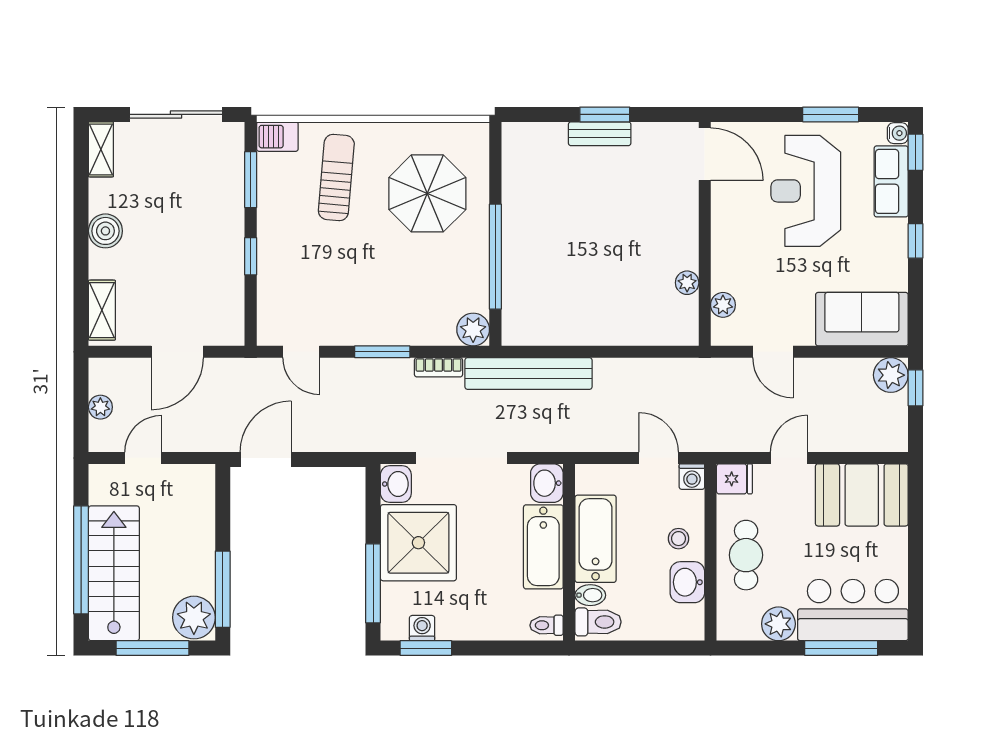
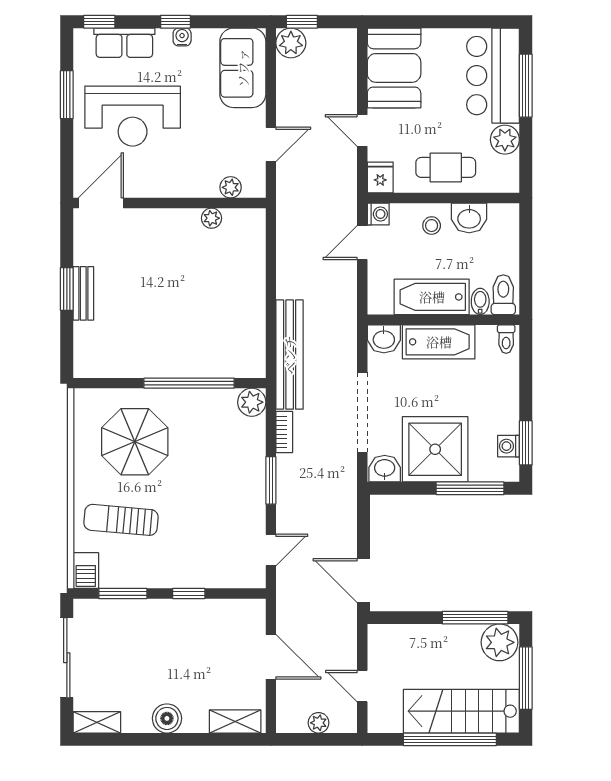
water cooler: (898, 133) -> (182, 37), moved

